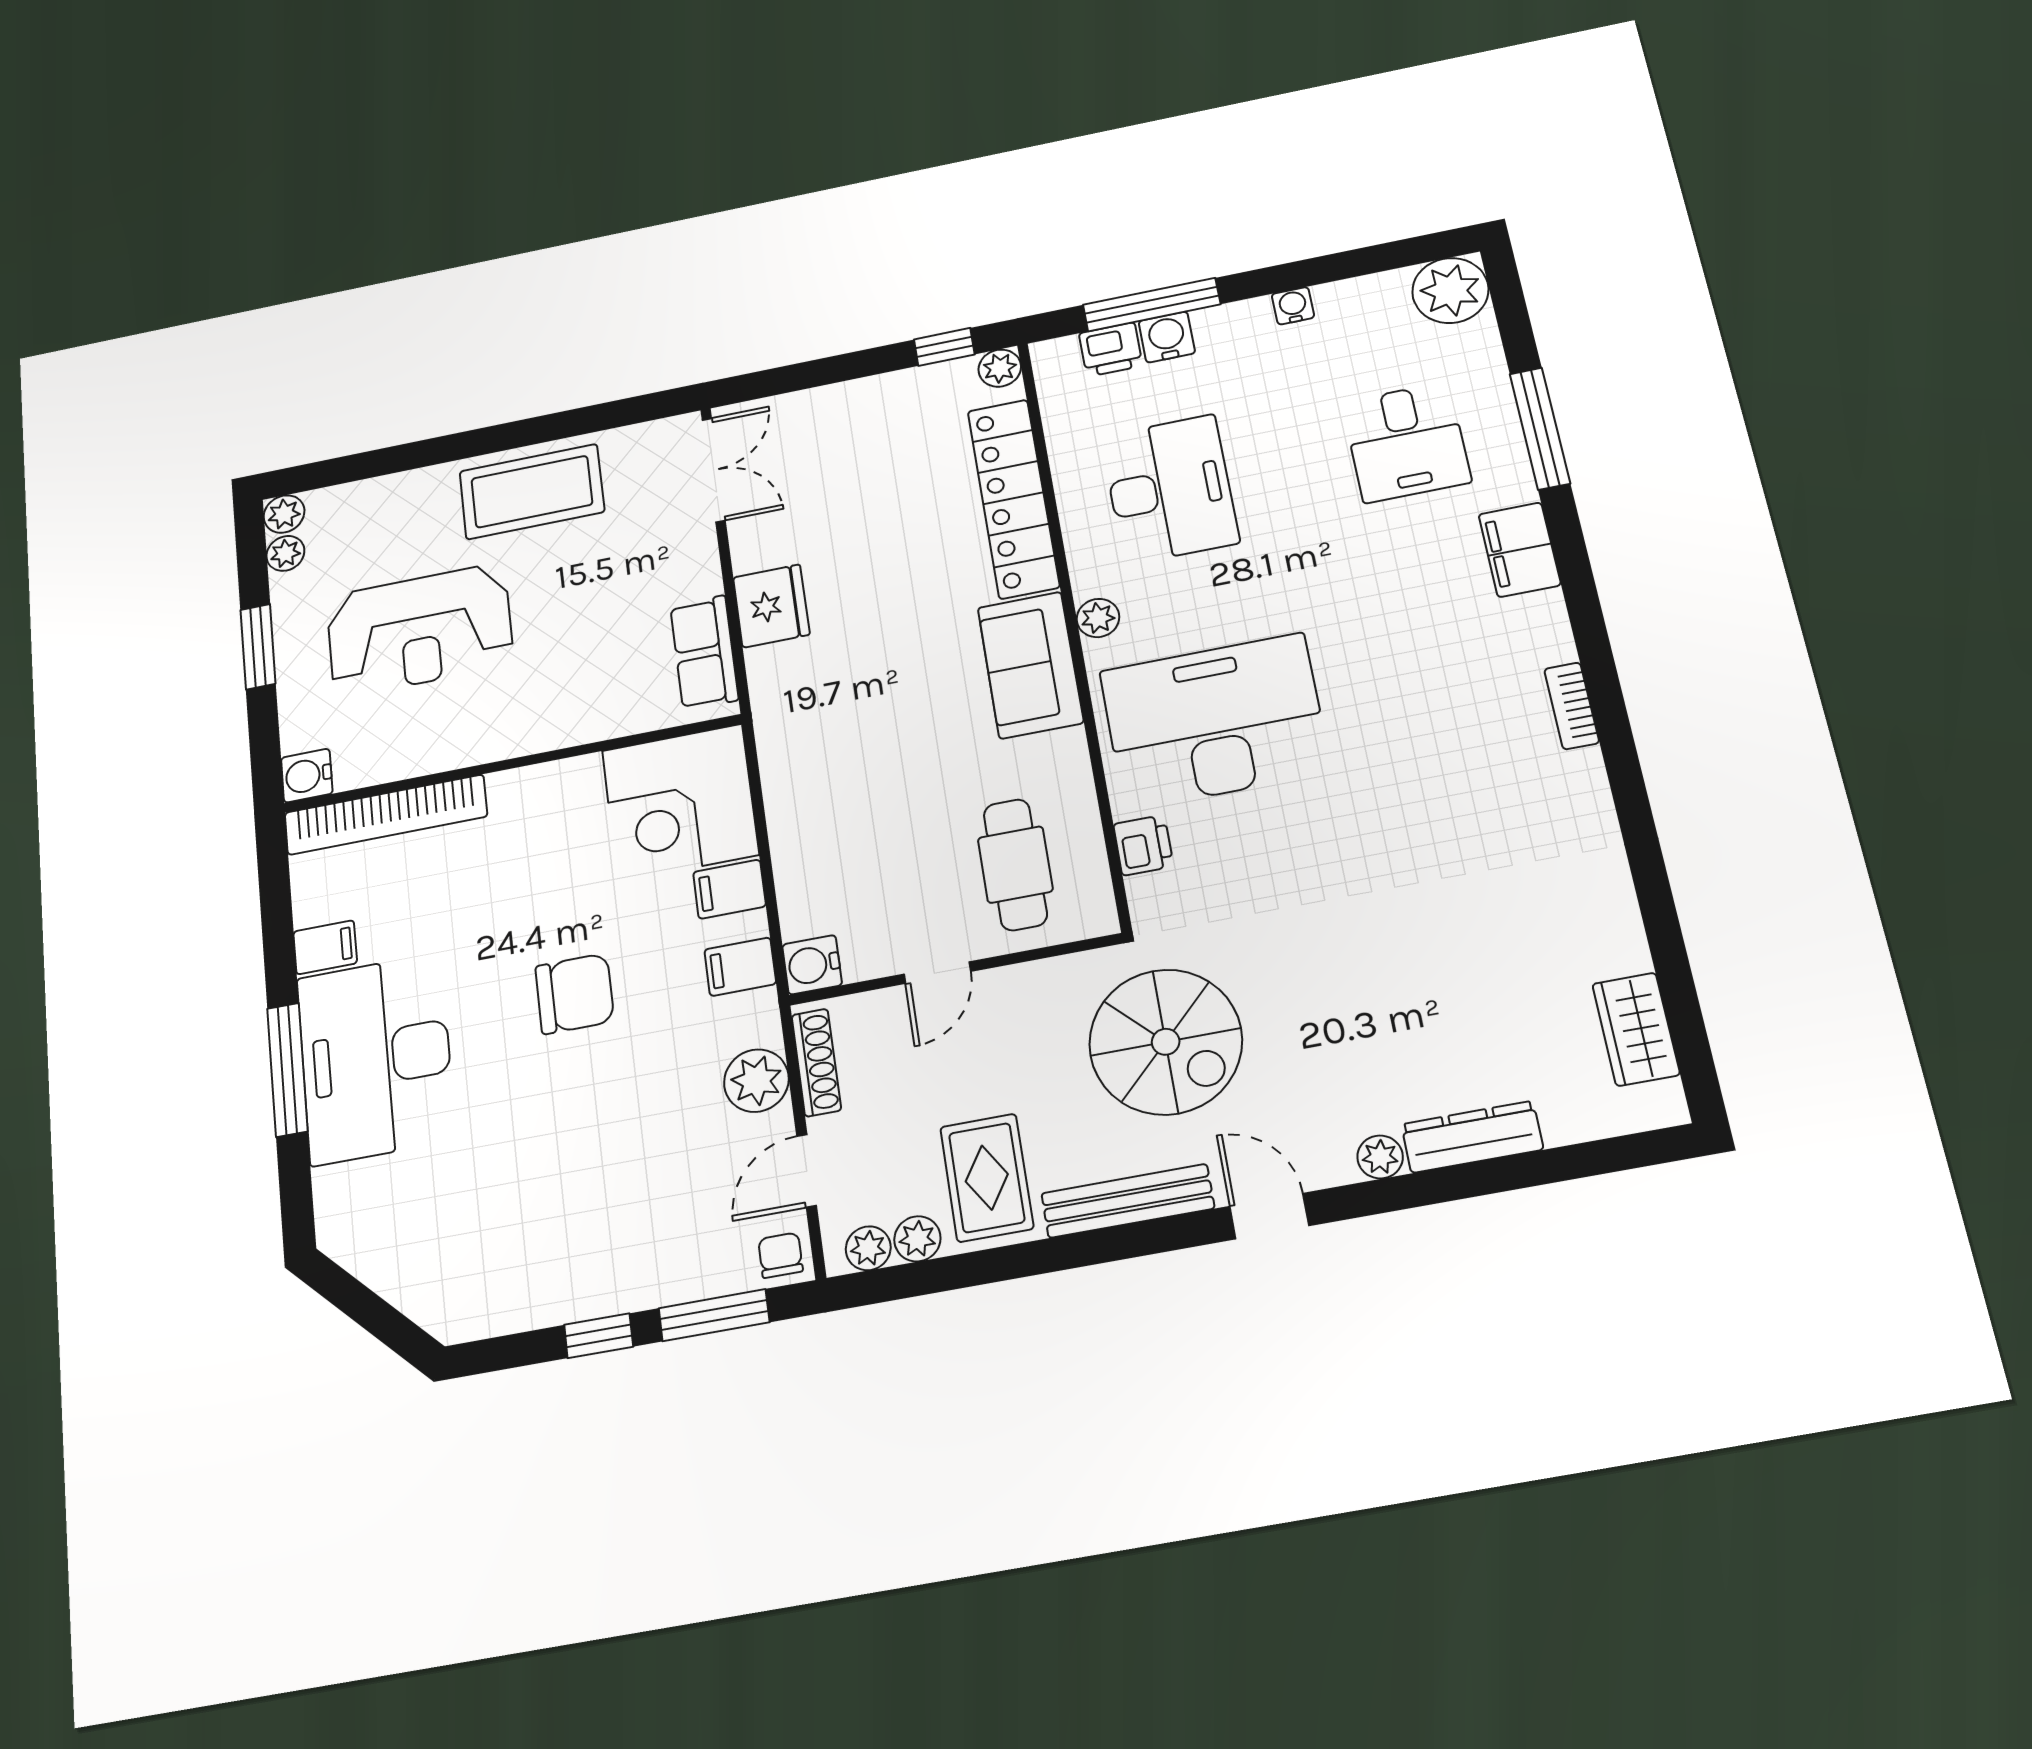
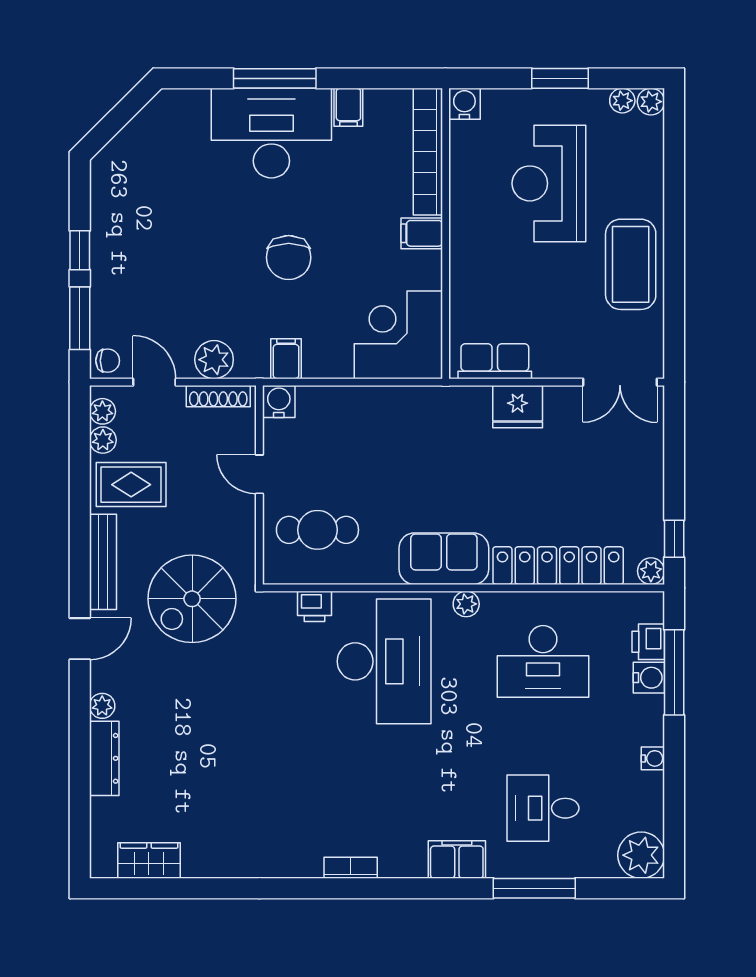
filing cabinet: (729, 889) -> (422, 233), moved, turned -90

